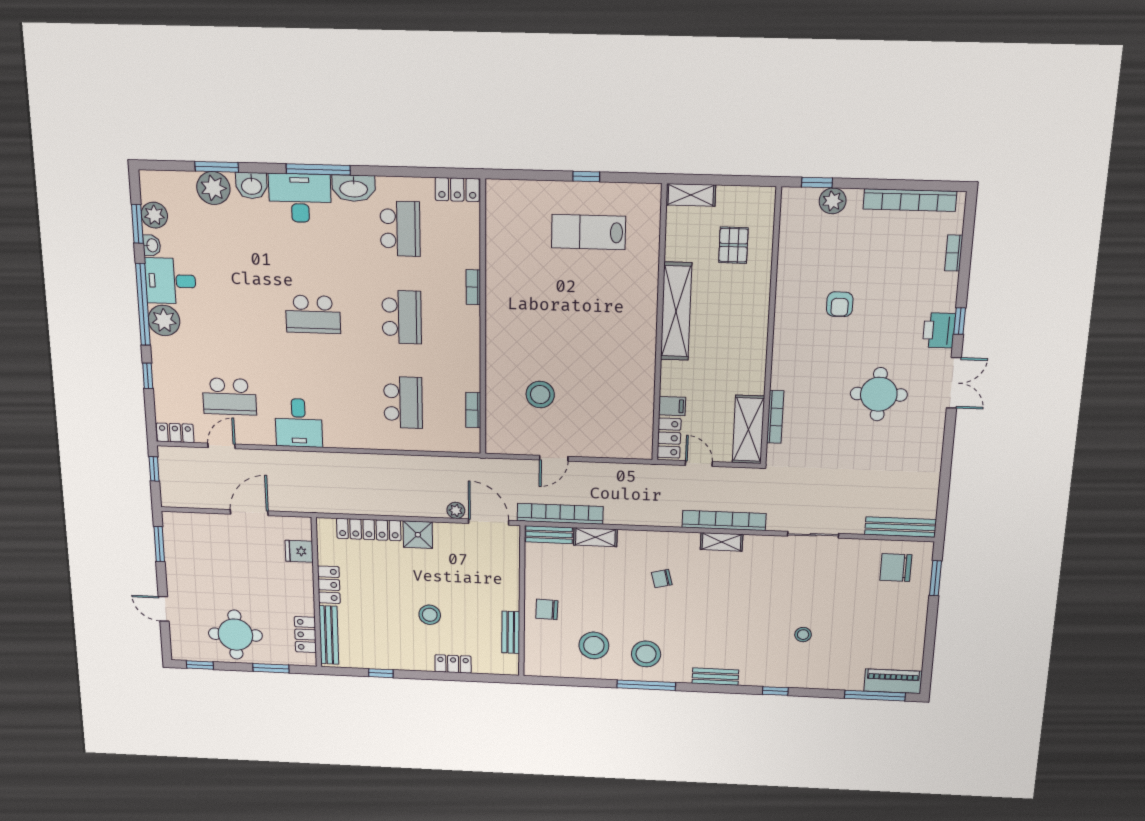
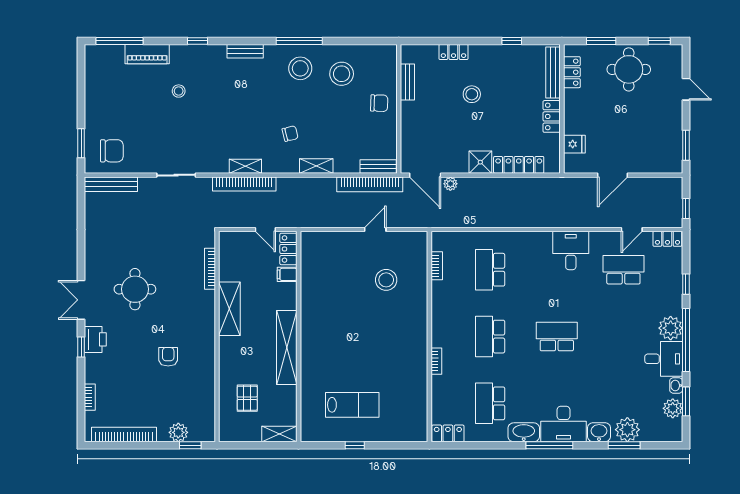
shelving: (748, 430) -> (229, 309), moved
shelving: (595, 537) -> (316, 166), moved
piano: (893, 681) -> (147, 54), moved

